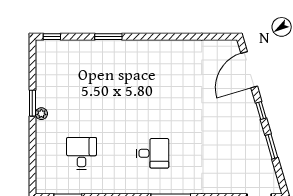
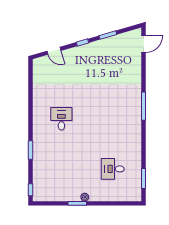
door: (249, 70) -> (54, 51), width x0.53
desk: (153, 153) -> (61, 119), moved

